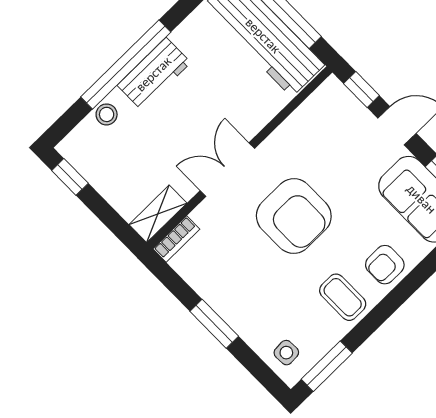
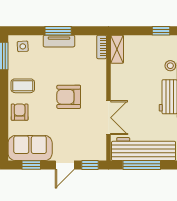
double door: (227, 170) -> (108, 118), moved
armchair: (294, 216) -> (69, 97), width x0.73, depth x0.73
tv unit: (228, 308) -> (59, 41), added

